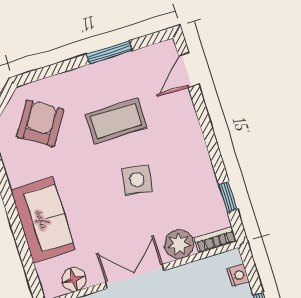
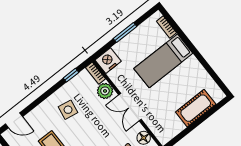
side table: (137, 180) -> (68, 110), moved
nightstand: (238, 275) -> (108, 61), width x1.89, depth x1.79

